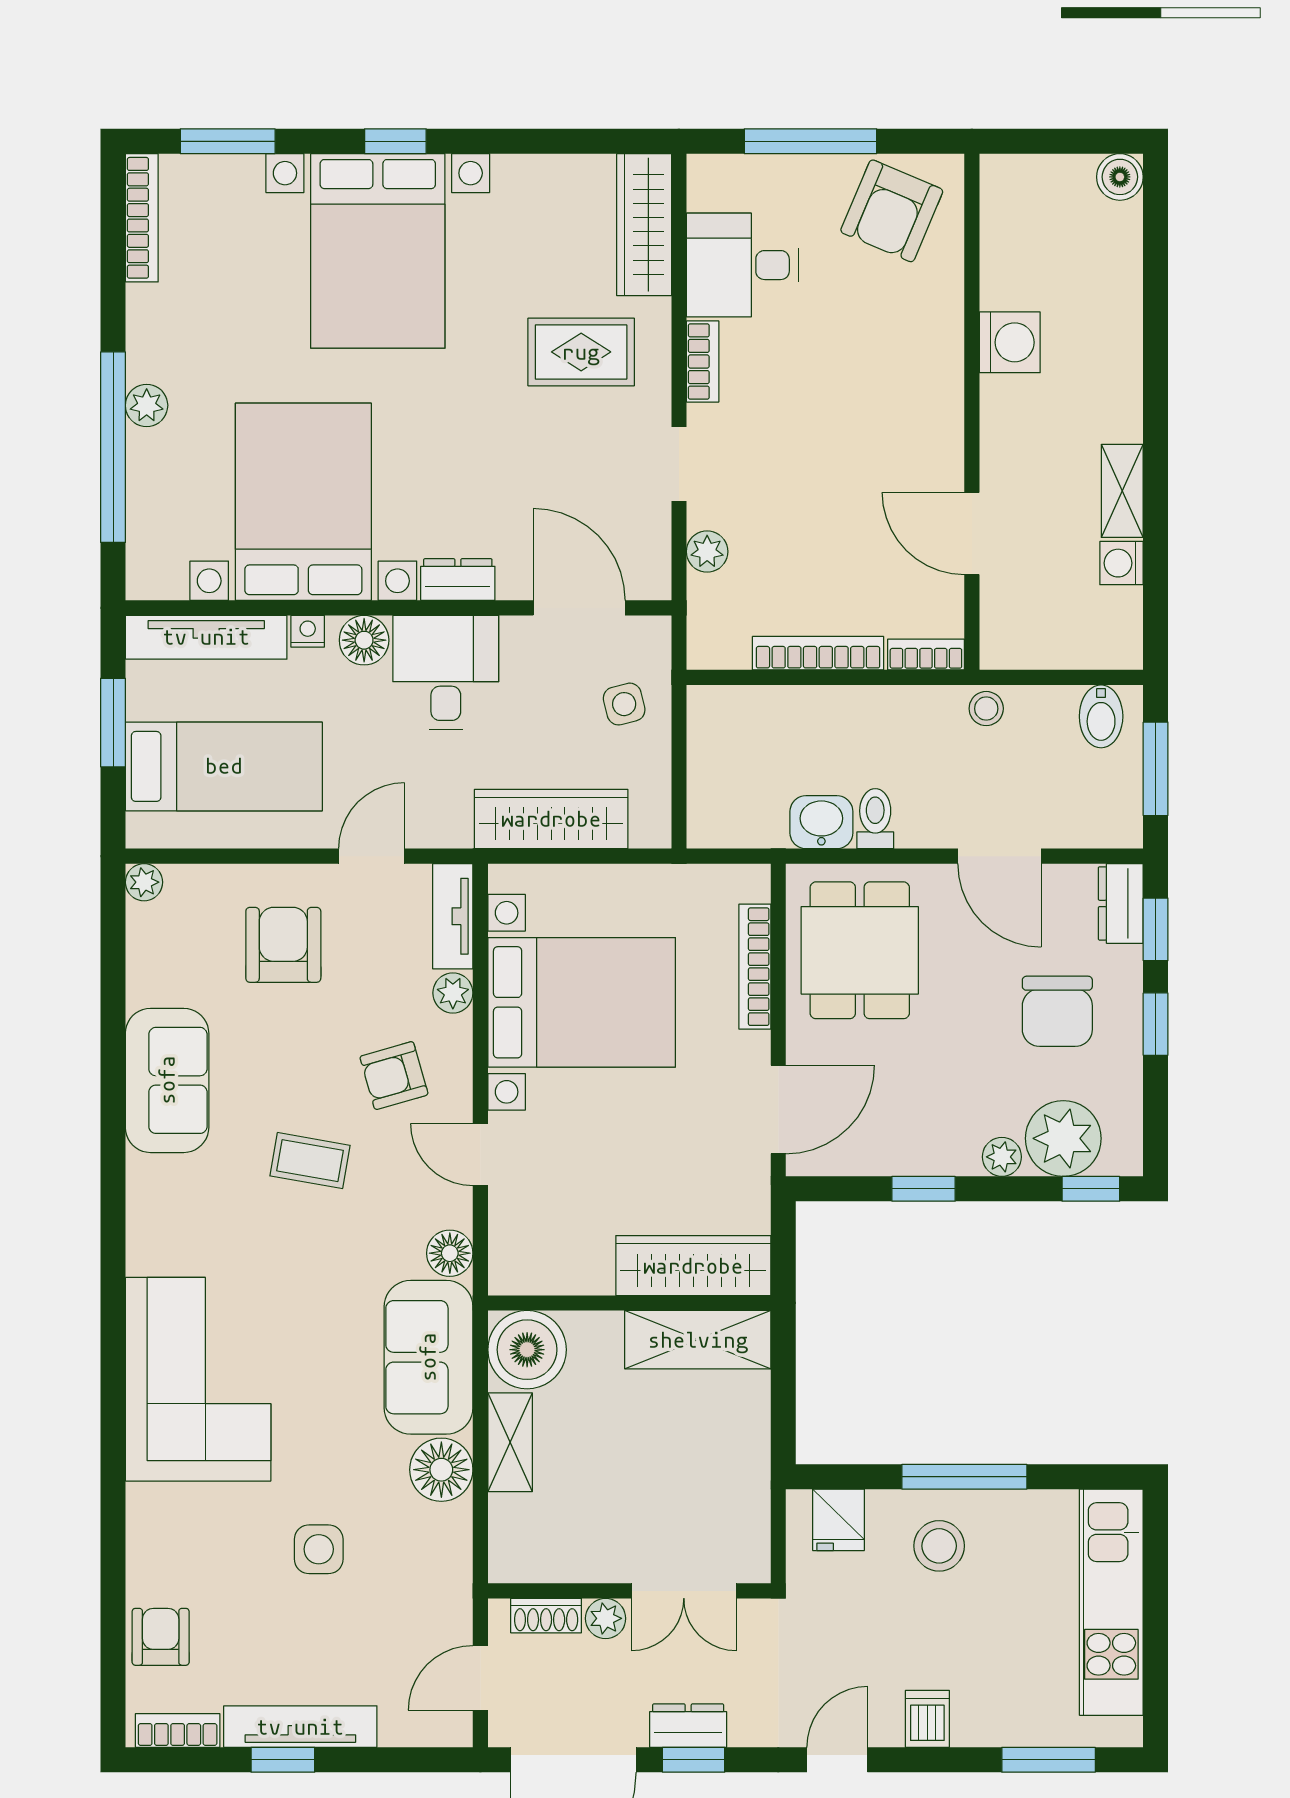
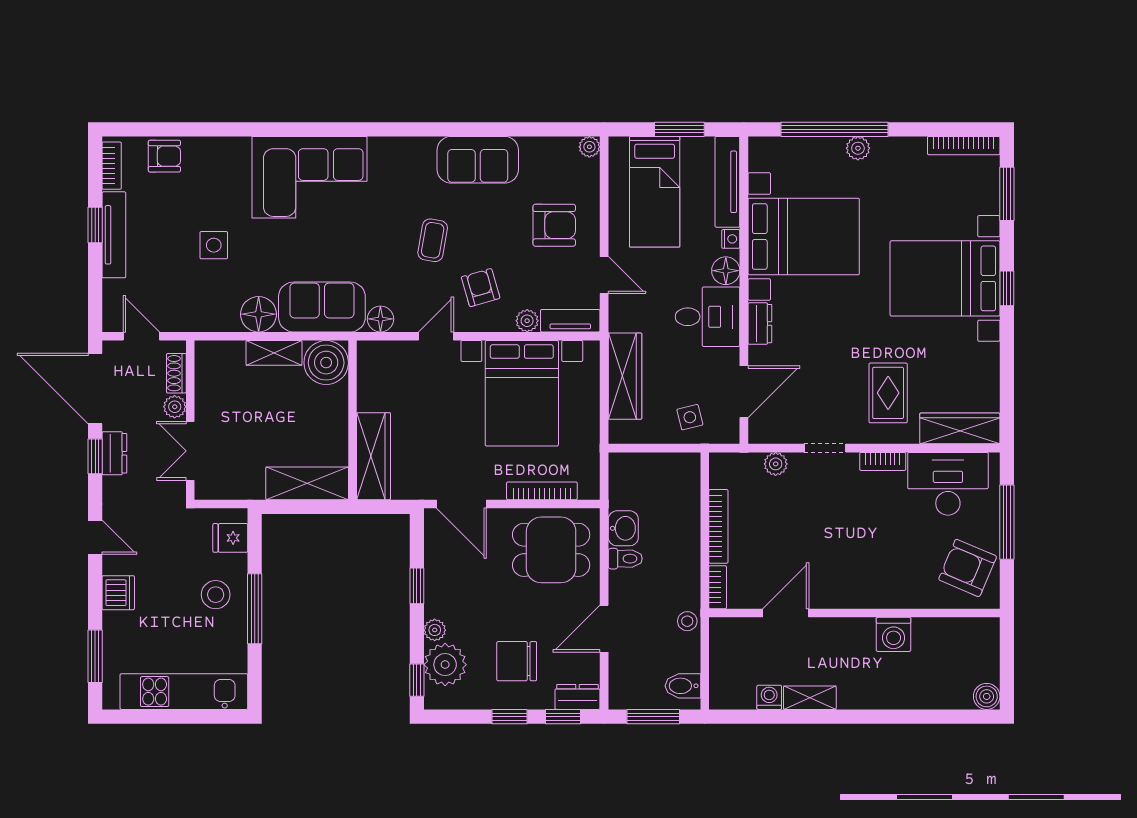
desk: (742, 265) -> (948, 484), width x1.37
shelving: (698, 1340) -> (307, 483), moved, turned 90
dishwasher: (927, 1719) -> (118, 593), width x1.38

